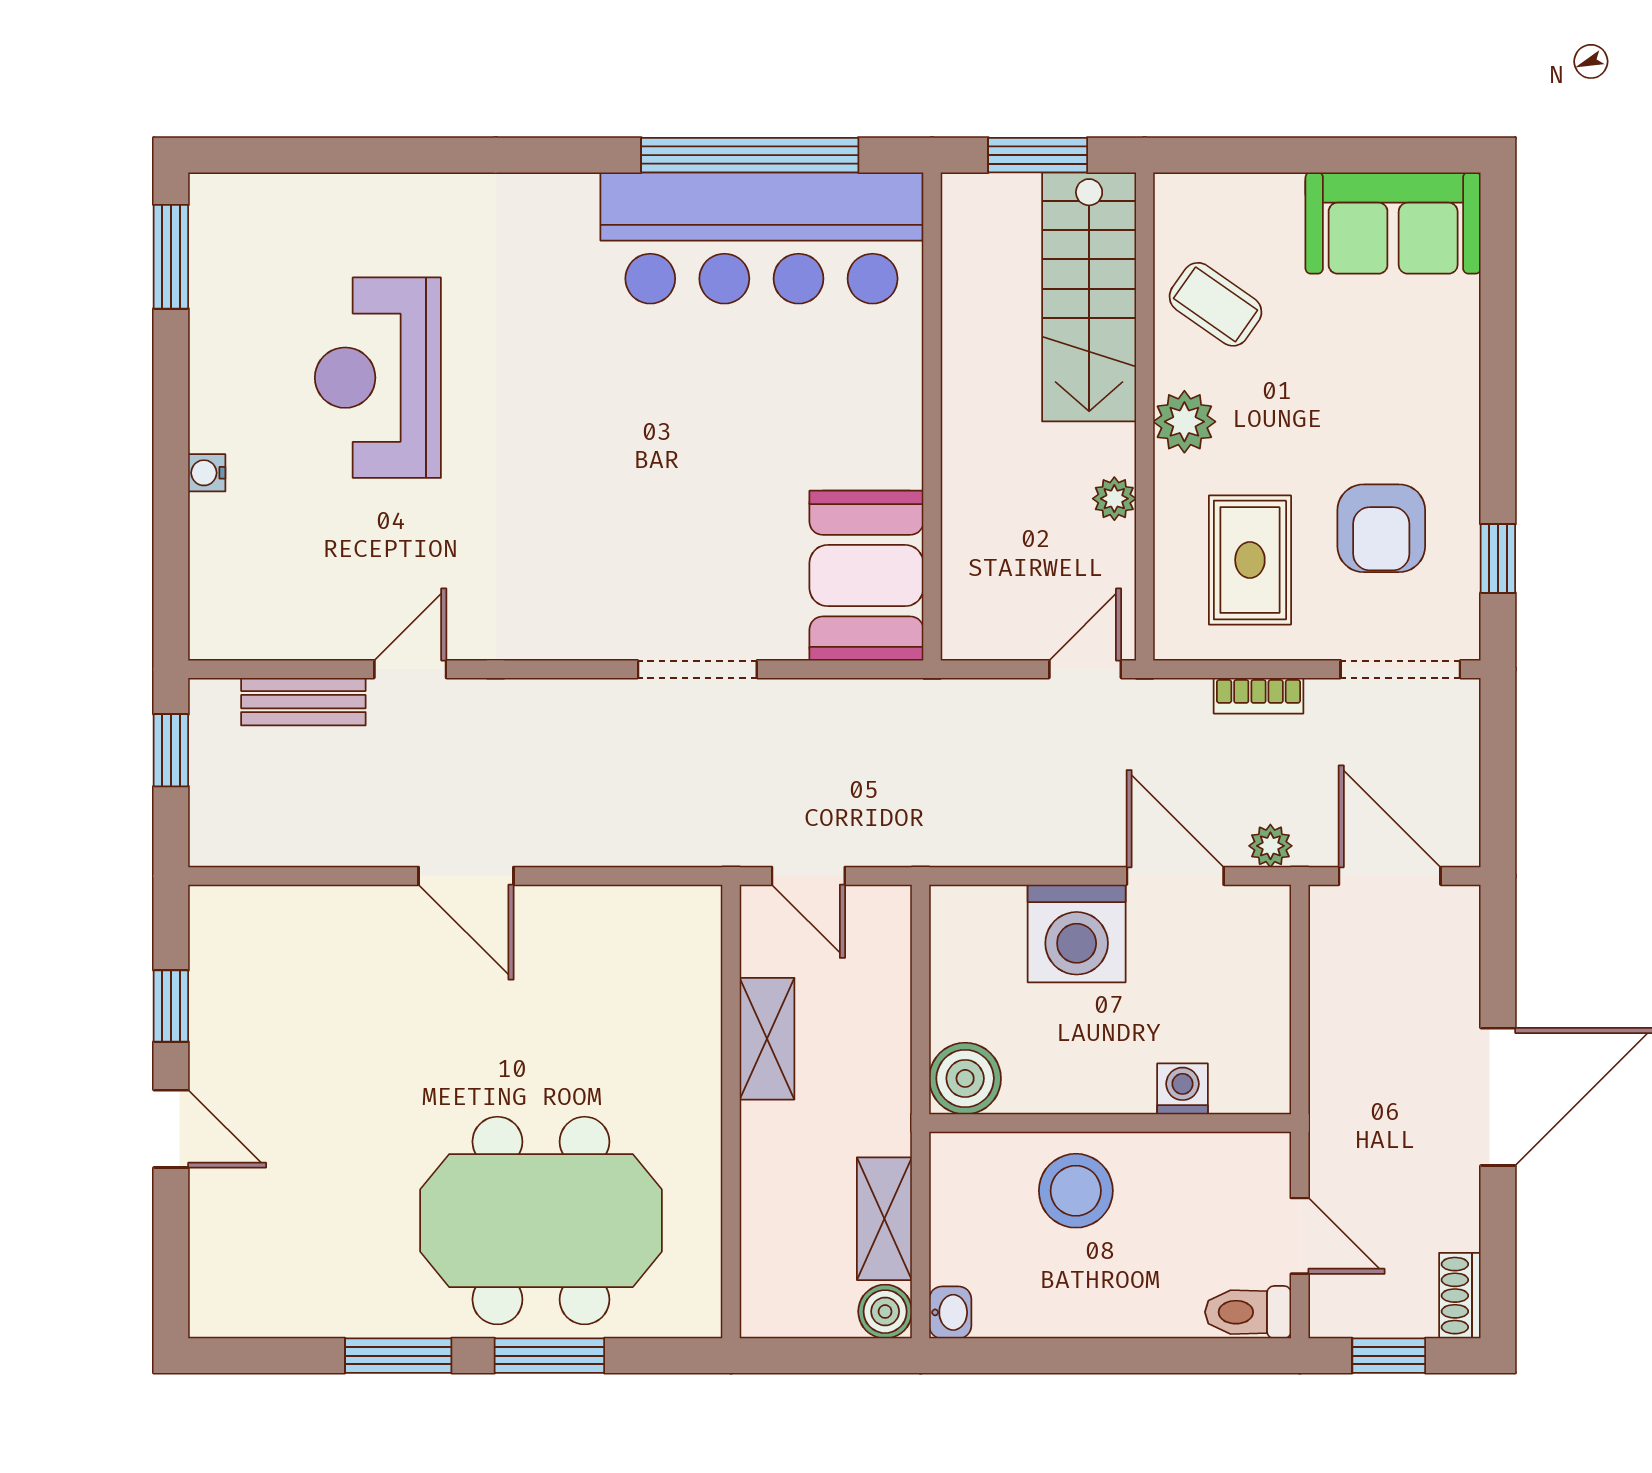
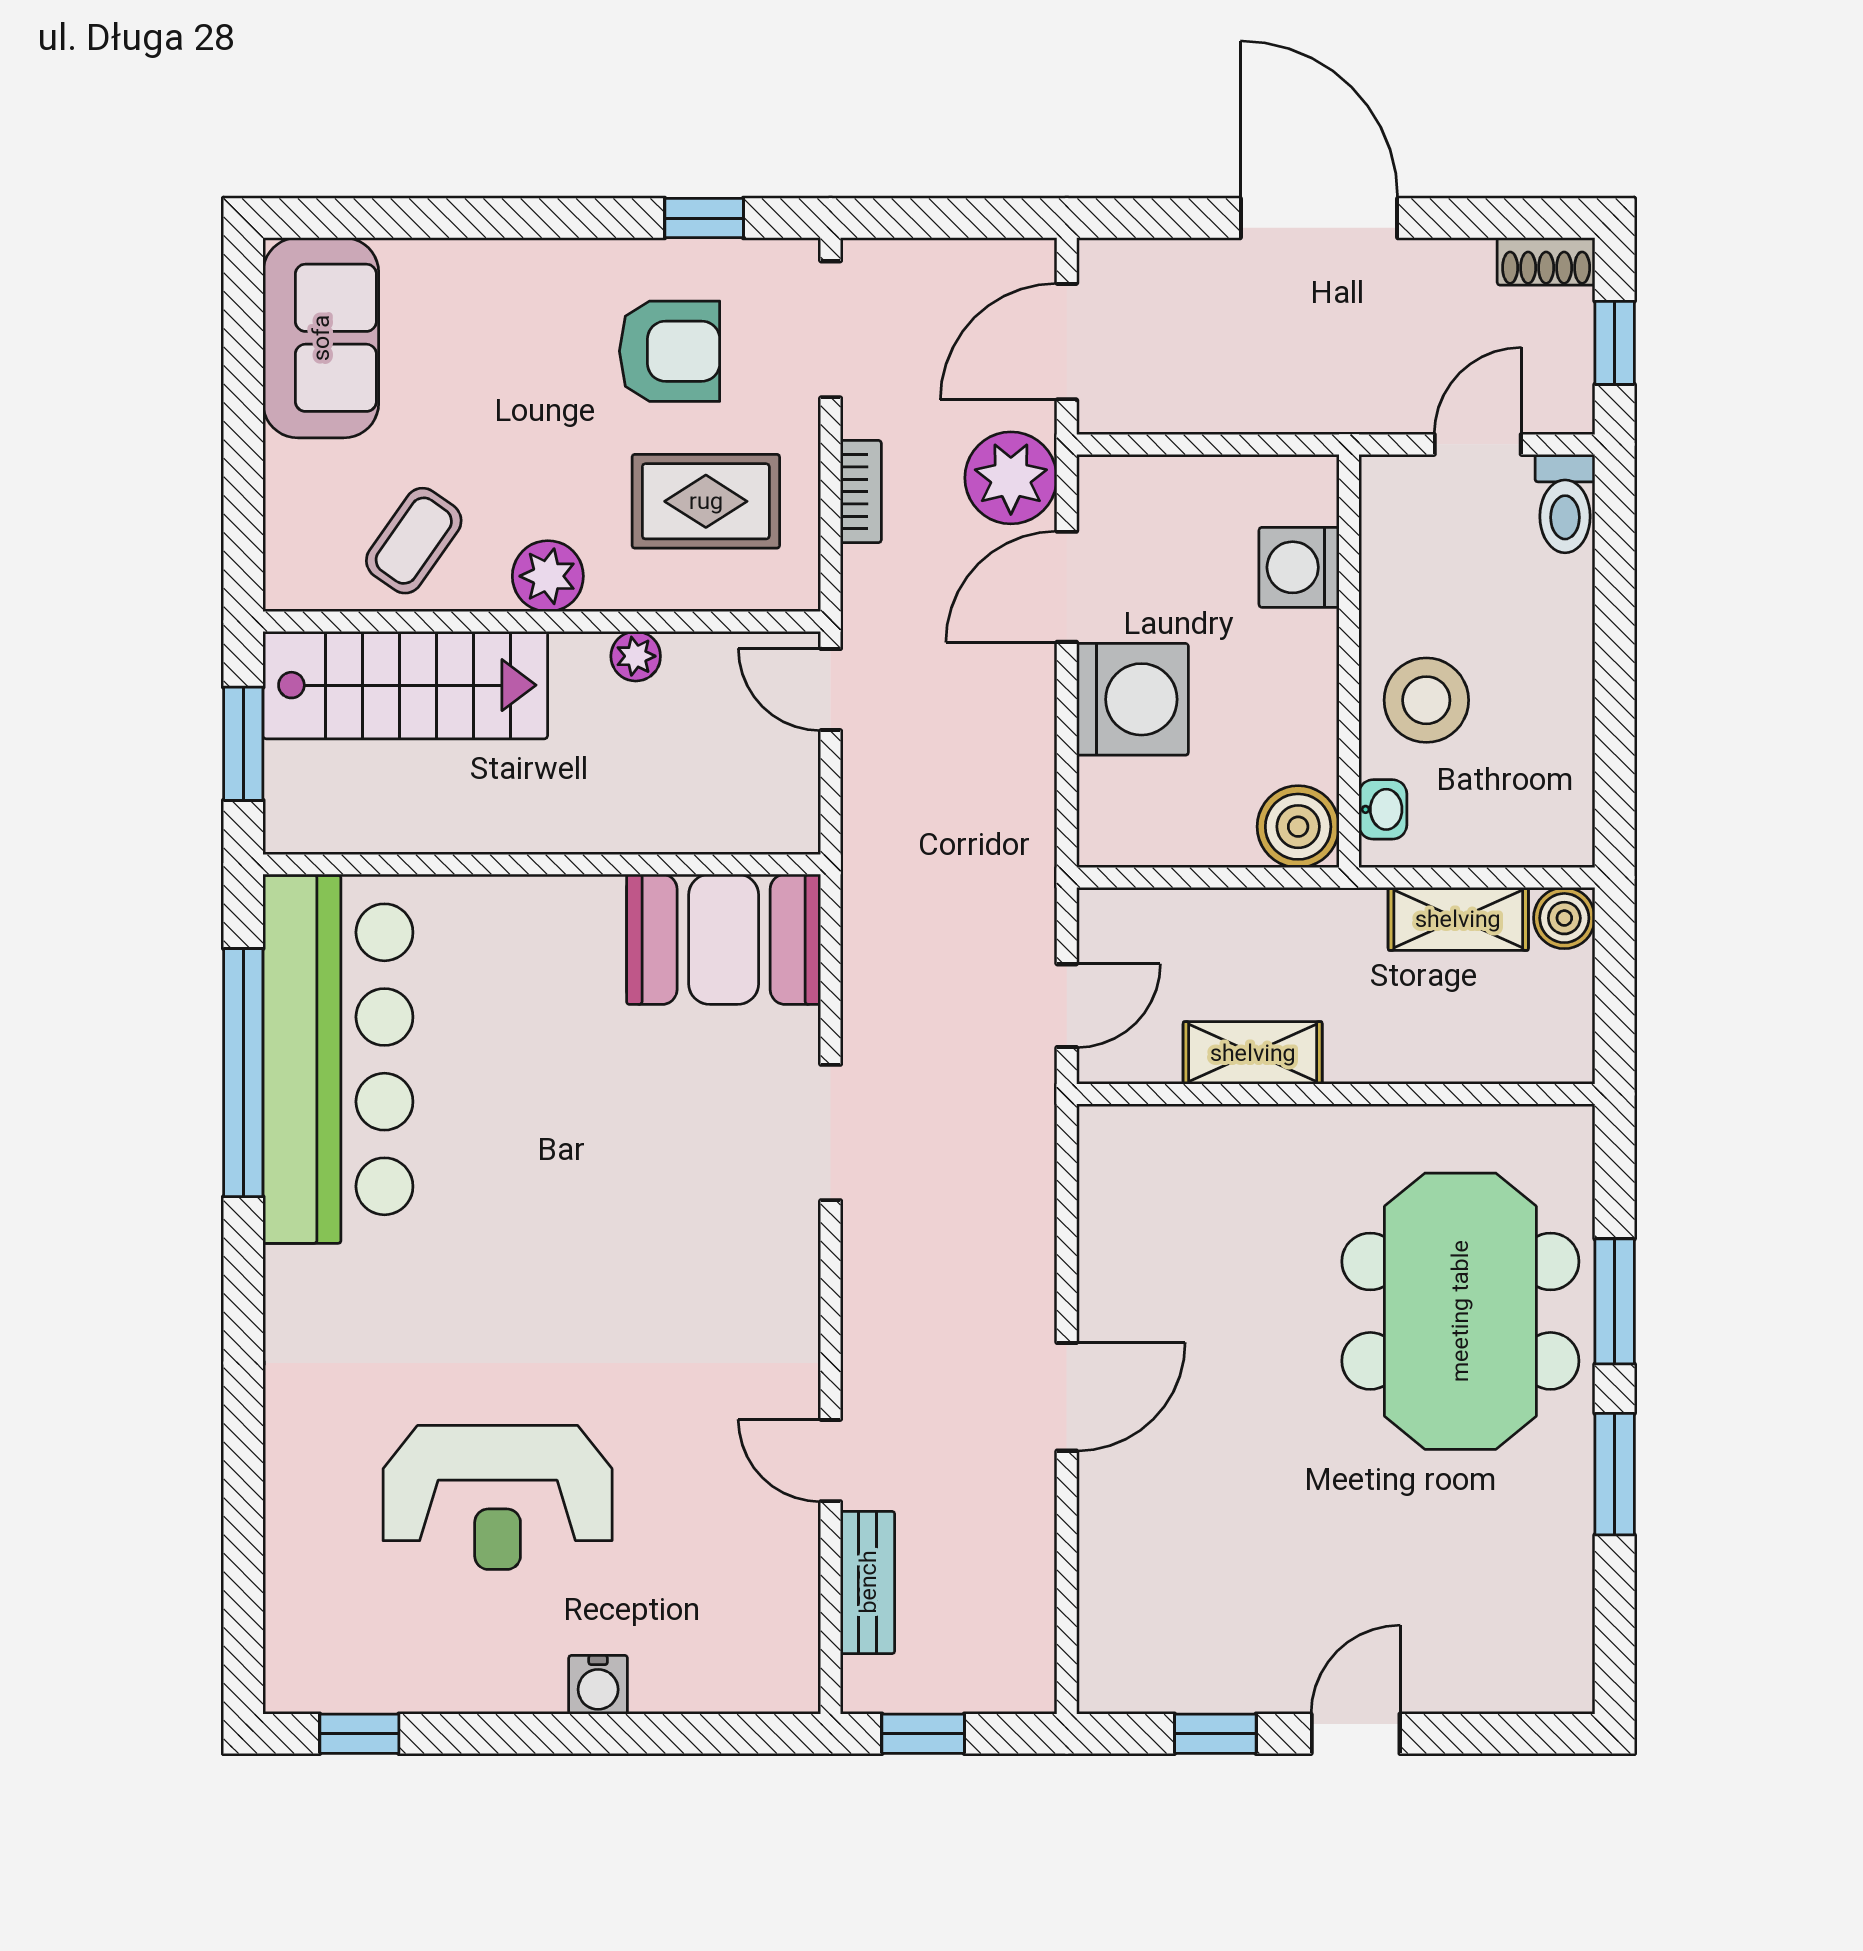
window: (171, 257) -> (359, 1734), width x0.67
water cooler: (207, 473) -> (598, 1685), width x1.38, depth x1.38
plant: (1270, 846) -> (1011, 478), width x1.87, depth x1.87
washing machine: (1183, 1089) -> (1299, 567), width x1.38, depth x1.38
washbasin: (950, 1312) -> (1383, 809), moved, turned 90

